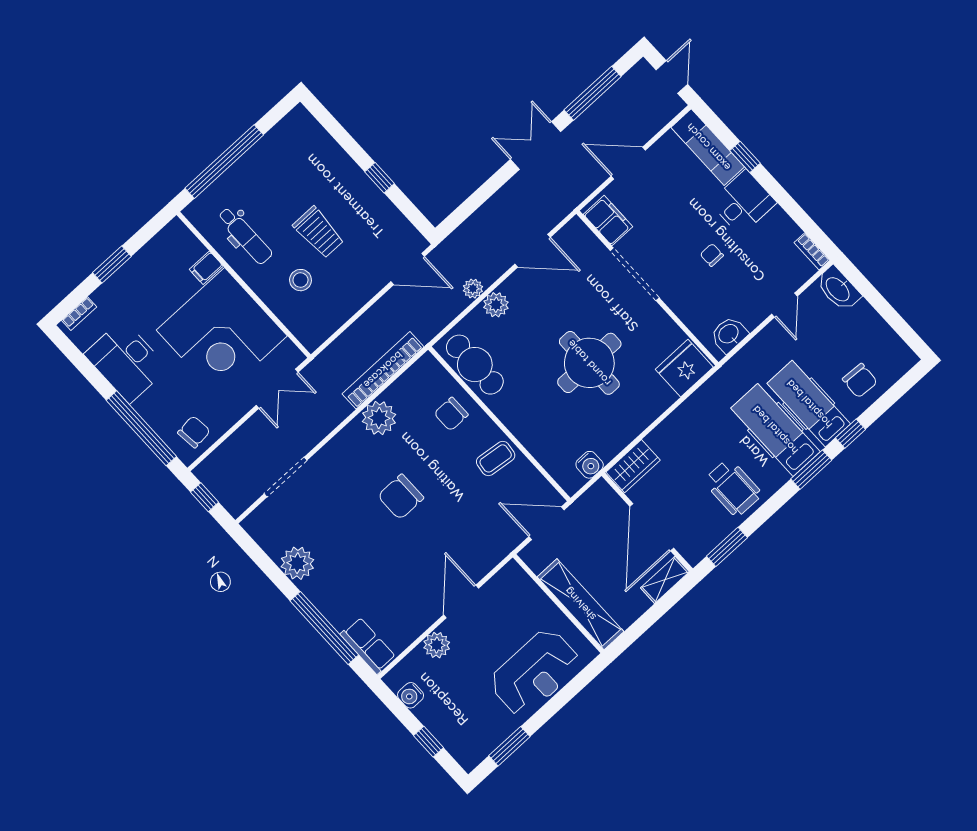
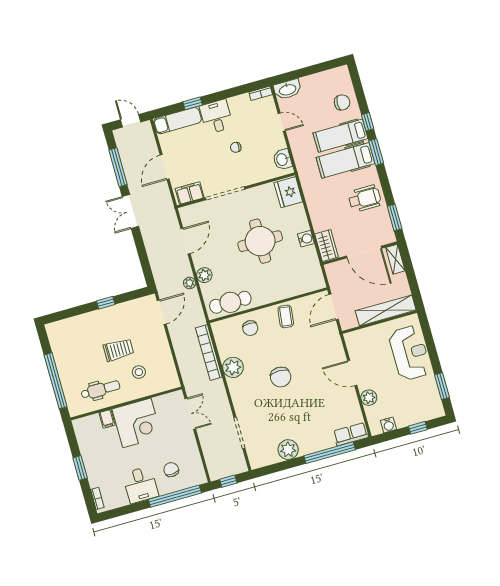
corner desk: (222, 333) -> (137, 423), width x0.74, depth x0.74
desk: (126, 361) -> (140, 485), width x0.73
chair: (194, 432) -> (171, 470), moved
water cooler: (590, 465) -> (306, 239), moved

